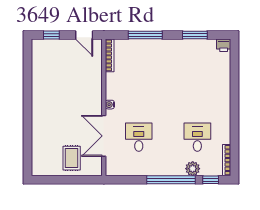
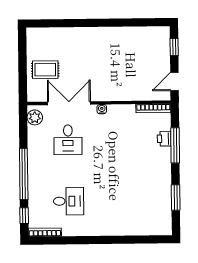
printer: (224, 45) -> (164, 139), moved
desk: (139, 137) -> (68, 140), turned 90
plant: (193, 169) -> (35, 117), moved

